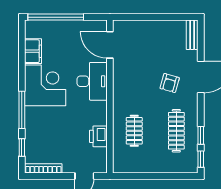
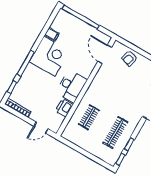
filing cabinet: (33, 51) -> (52, 34), width x0.50
desk: (92, 81) -> (71, 86), moved
armchair: (170, 83) -> (130, 58), moved

